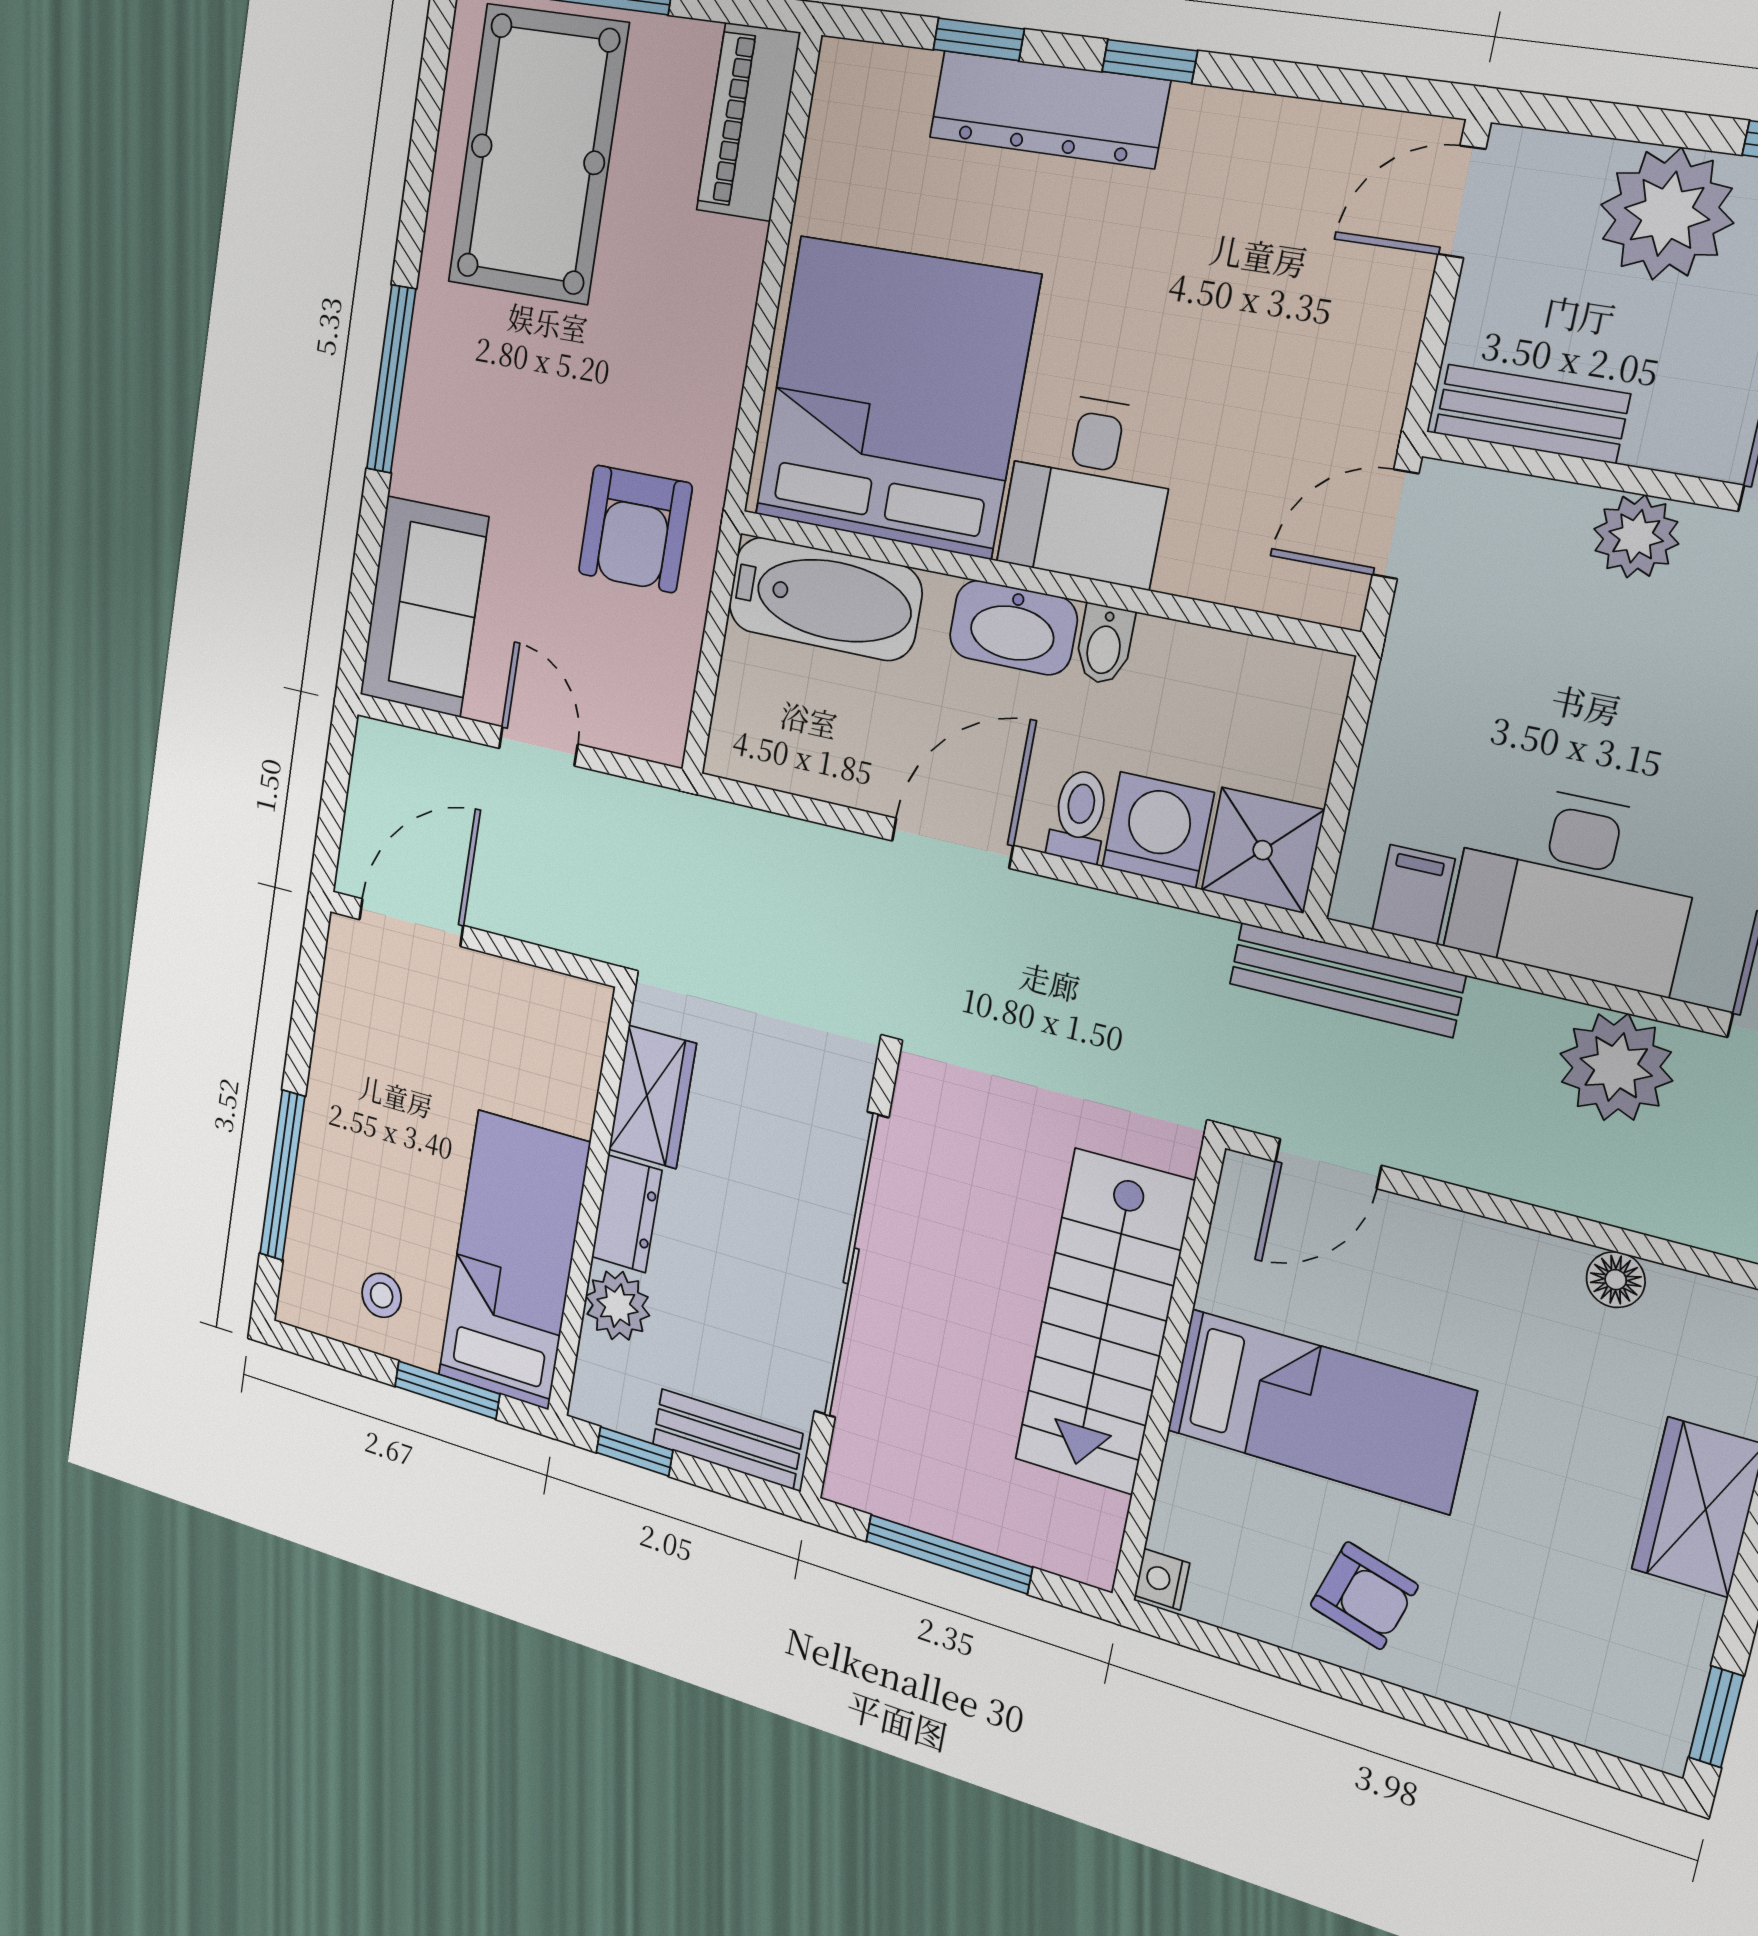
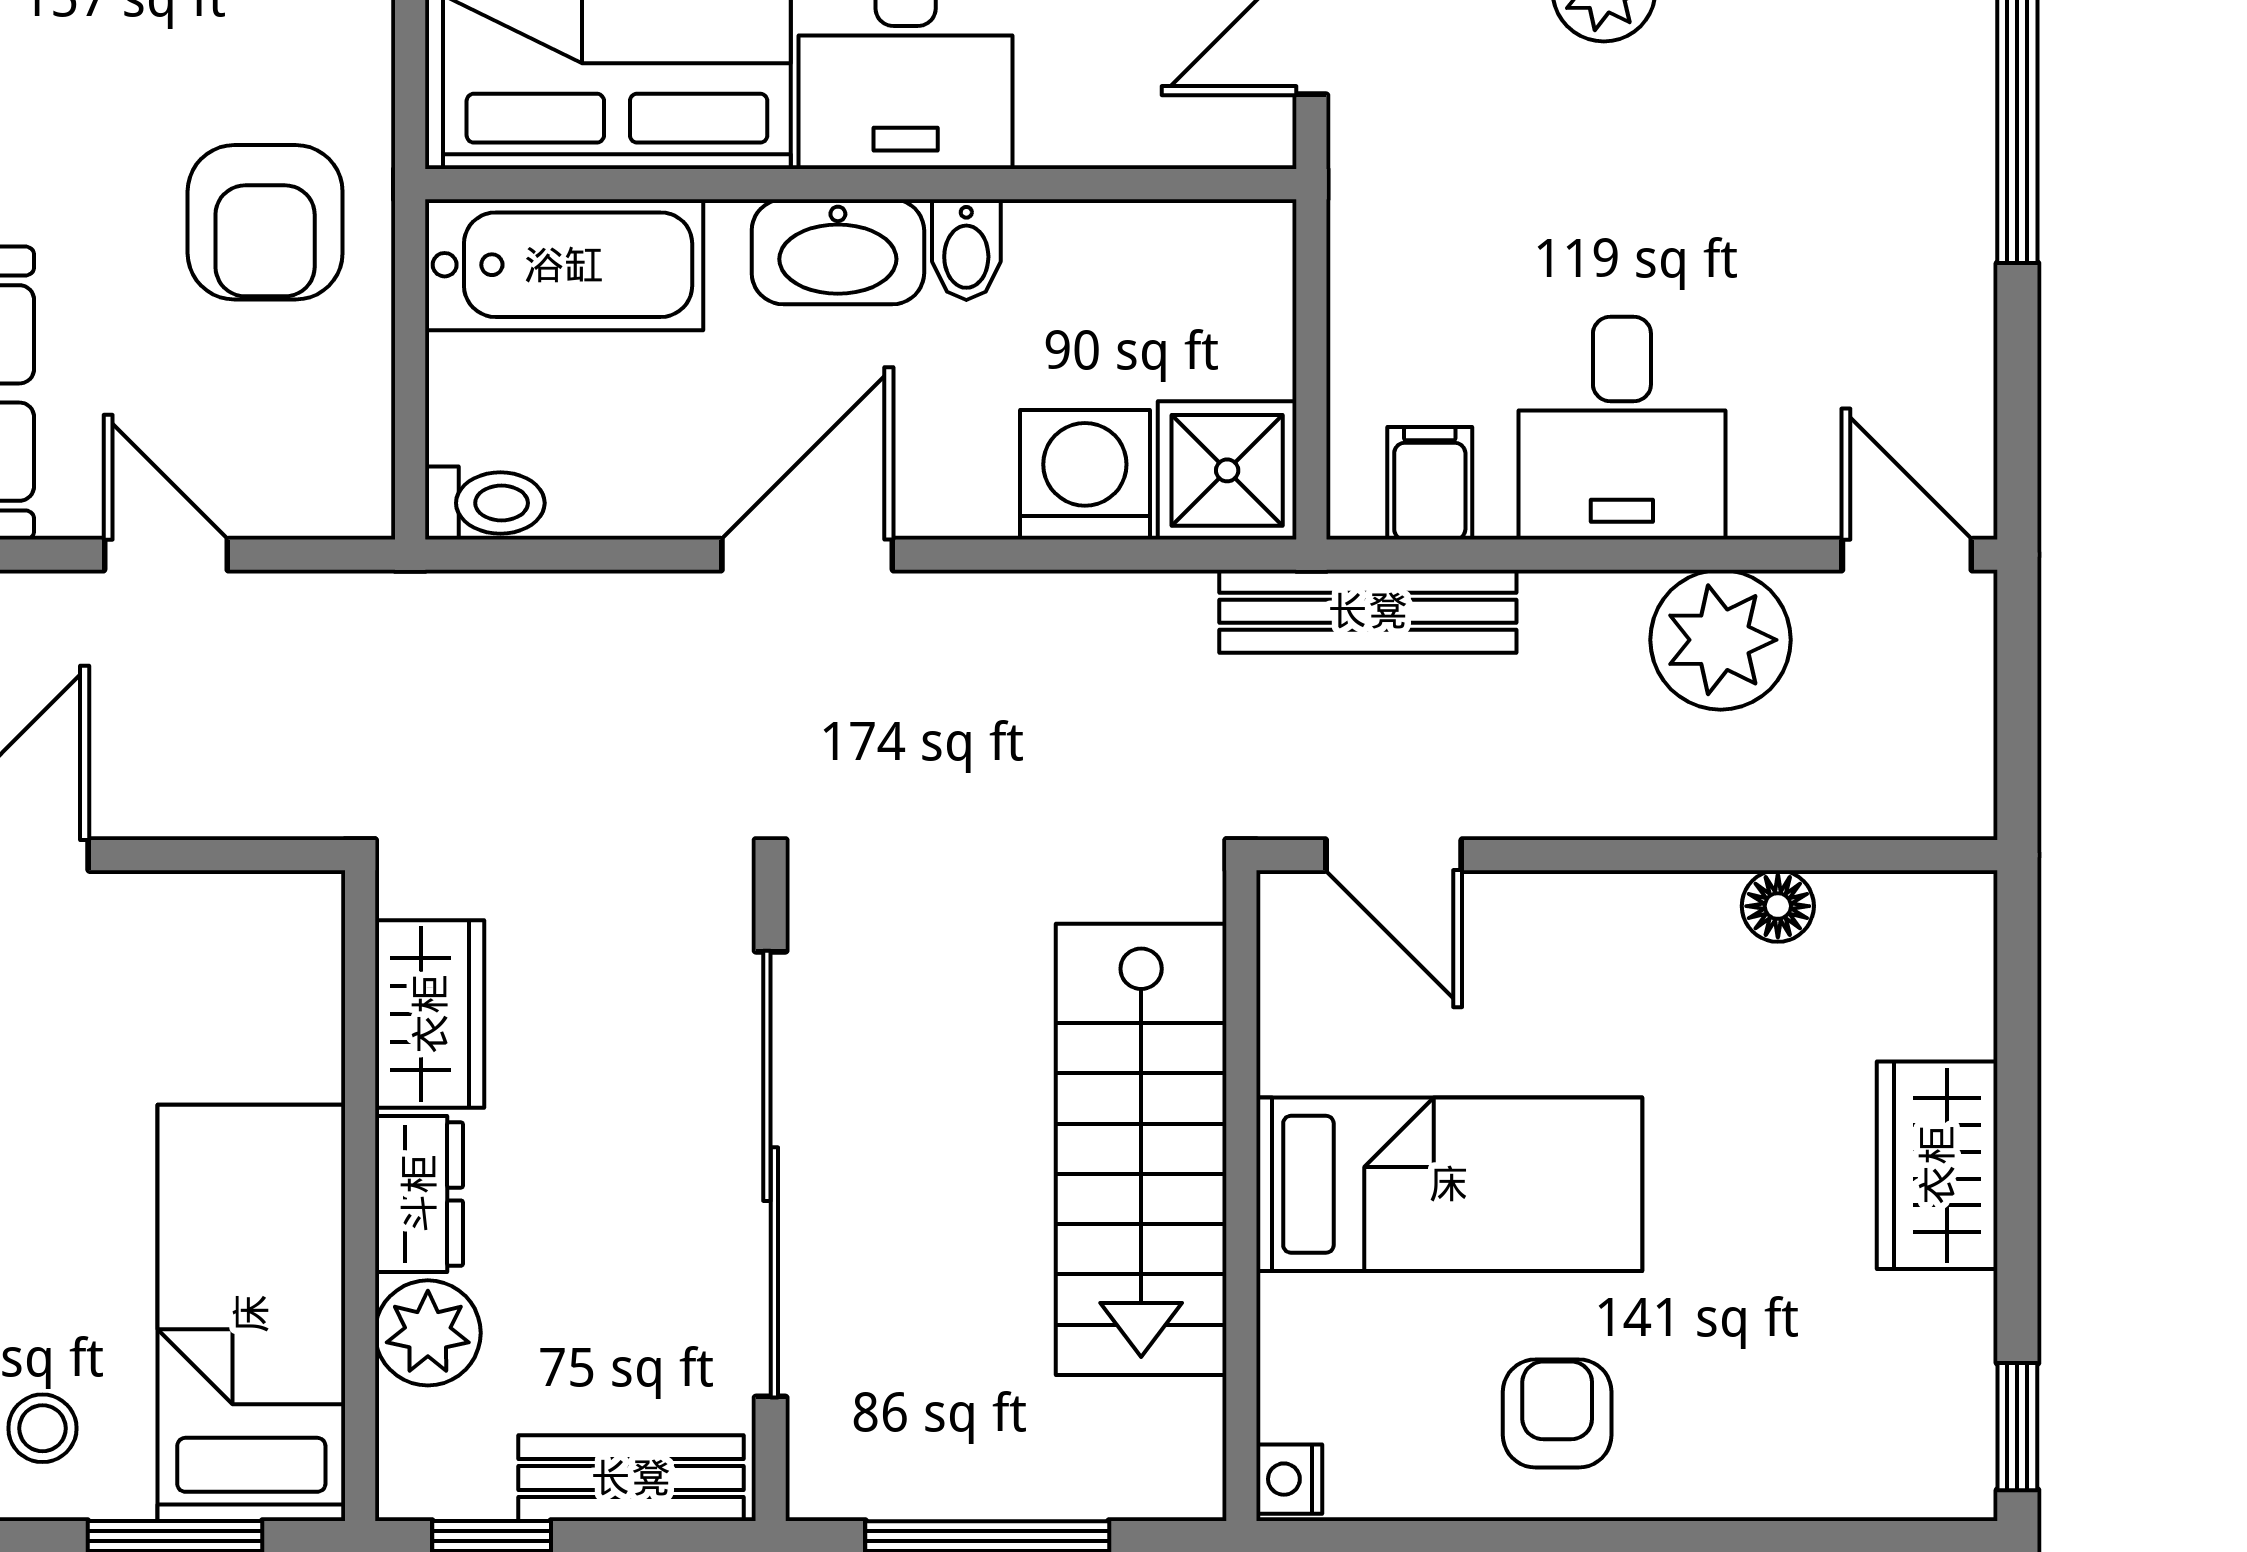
toilet: (1079, 816) -> (485, 503), moved, turned 90
desk: (1574, 886) -> (1622, 428), width x0.73
door: (1328, 1164) -> (1394, 855), hinge flipped
armchair: (1364, 1596) -> (1557, 1413), turned -106

